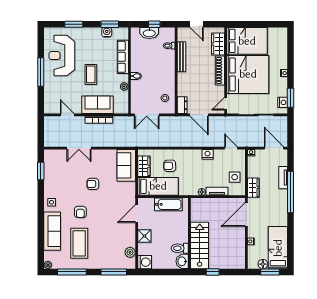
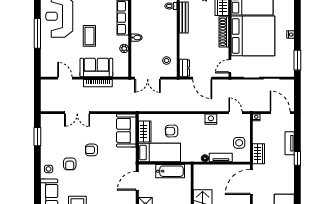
nightstand: (283, 102) -> (289, 65), removed
window: (291, 192) -> (297, 158), width x0.32
armchair: (80, 212) -> (70, 164), moved

